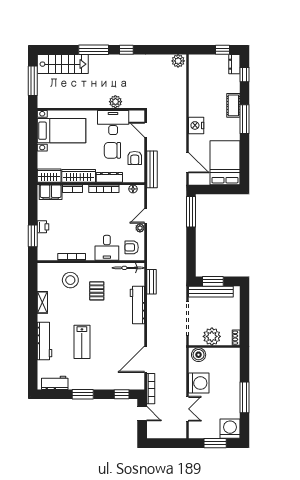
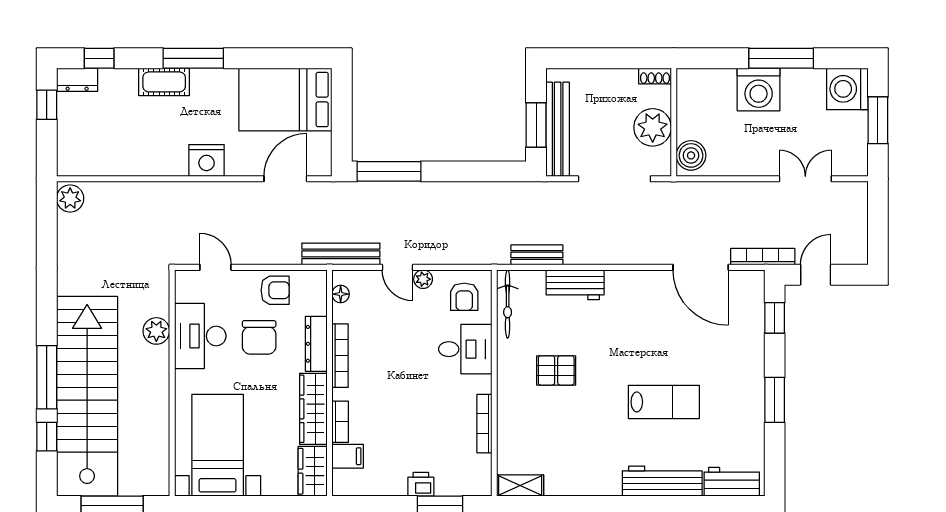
window: (126, 50) -> (47, 437), moved
stairs: (63, 64) -> (87, 396), width x1.86, depth x1.51
door: (146, 130) -> (215, 267), swing flipped
bench: (152, 169) -> (341, 254), moved
filing cabinet: (51, 192) -> (348, 456), width x0.50
stool: (70, 280) -> (533, 426), removed
shelving: (42, 302) -> (520, 485), moved
workbench: (137, 305) -> (575, 285), width x0.73
workbench: (55, 383) -> (732, 482), moved, turned 90
washing machine: (199, 383) -> (759, 89), moved, turned 180

